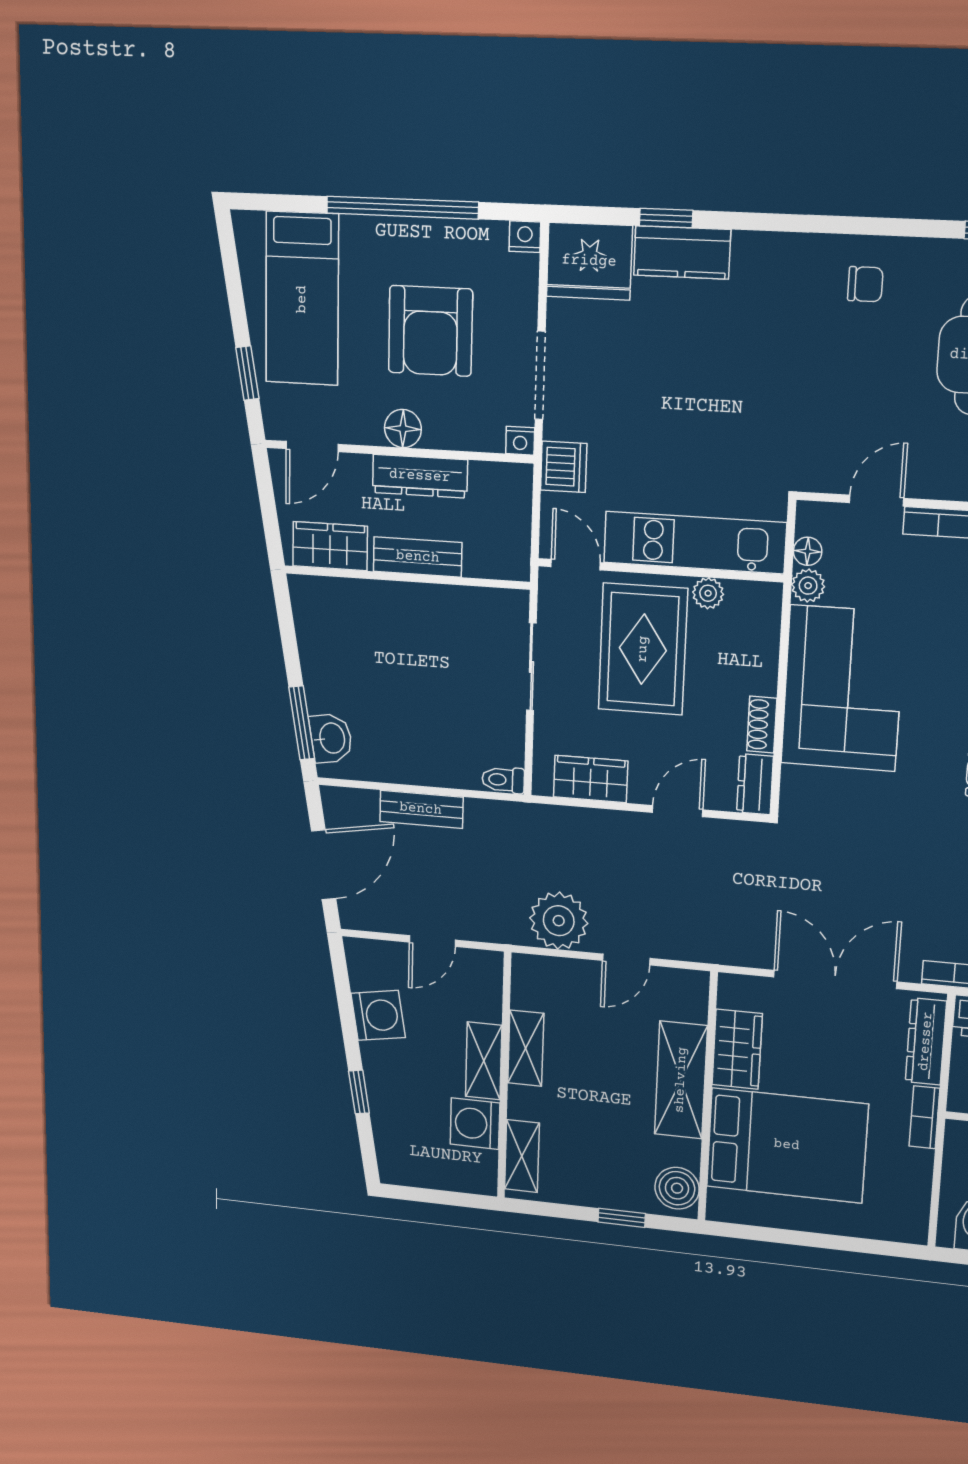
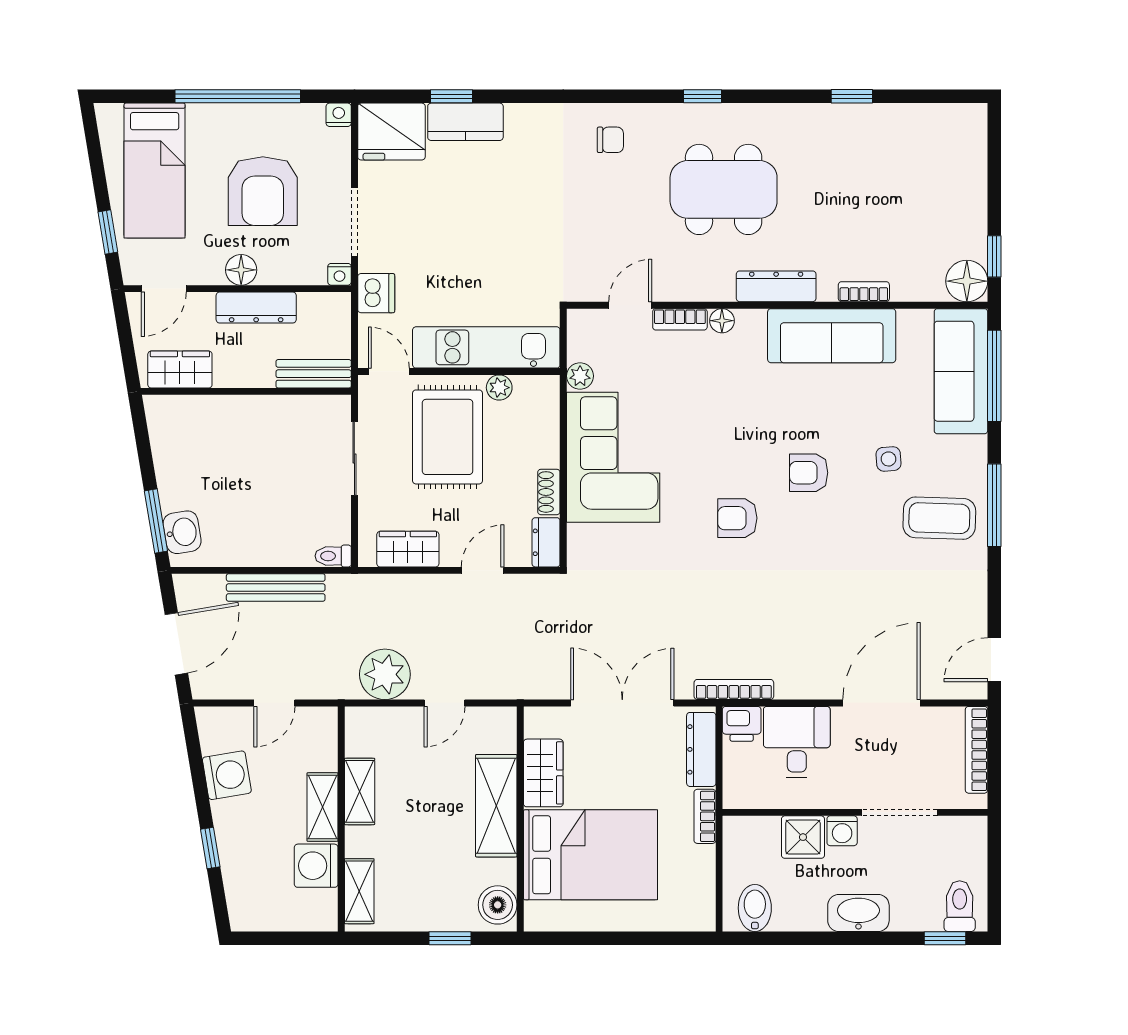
floor lamp: (808, 551) -> (578, 349), removed
bench: (418, 557) -> (314, 374), moved
bench: (421, 809) -> (276, 588), width x1.36

